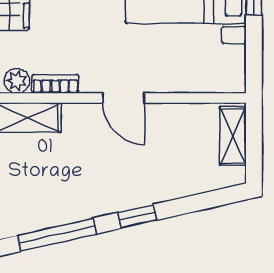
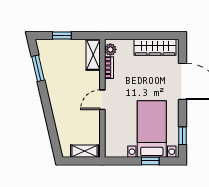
window: (137, 216) -> (47, 106), removed
window: (57, 235) -> (38, 68), width x0.69

